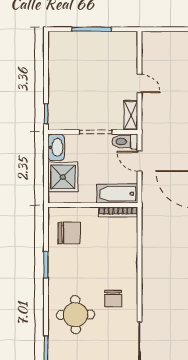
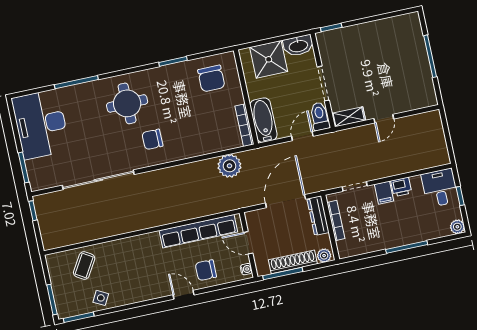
plant: (152, 234) -> (229, 166), added

